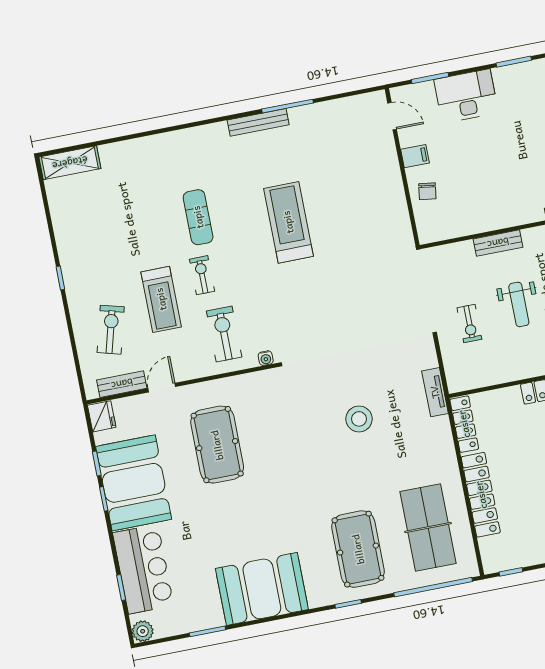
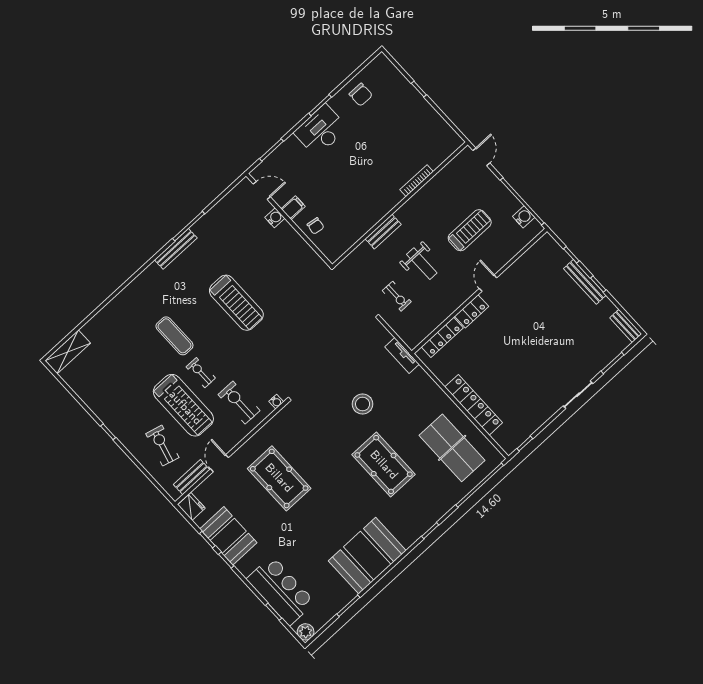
desk: (466, 96) -> (321, 130), moved
water cooler: (388, 155) -> (275, 218), added
treadmill: (288, 222) -> (236, 303), turned 180
treadmill: (161, 299) -> (183, 405), width x1.37, depth x1.38
locker: (464, 424) -> (442, 337), moved, turned 90
booth: (134, 483) -> (228, 536), width x0.73, depth x0.70
pool table: (358, 549) -> (384, 465), moved

